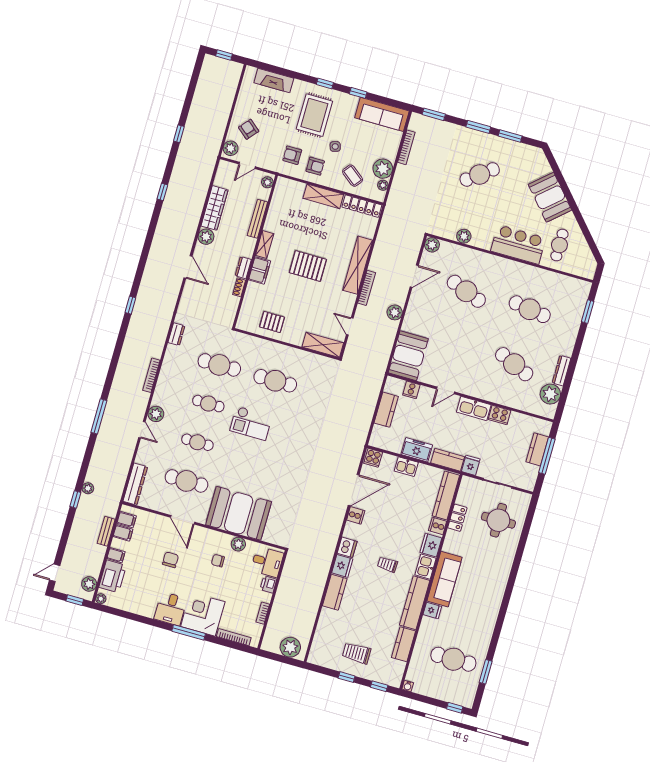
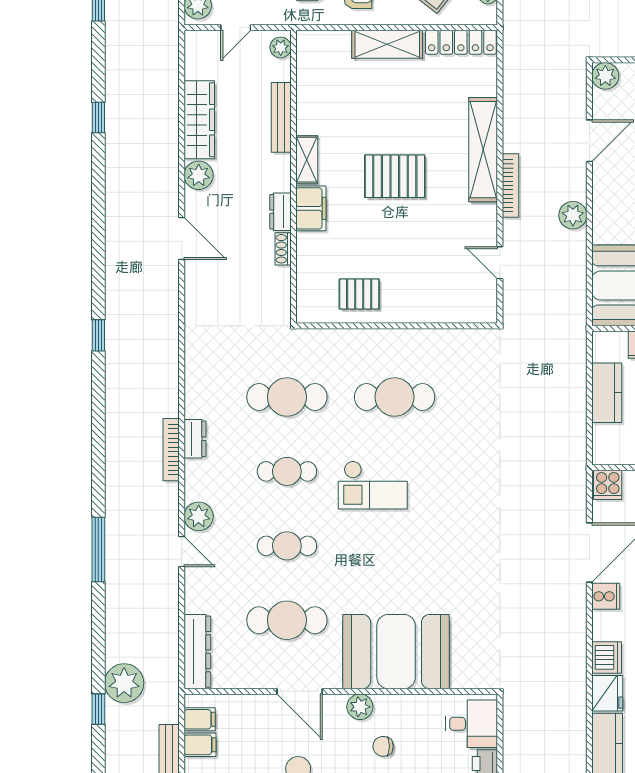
dresser: (176, 334) -> (195, 439), moved
shelving: (323, 345) -> (461, 309), removed
plant: (88, 488) -> (124, 683), width x1.87, depth x1.87
plant: (238, 544) -> (360, 707), moved

